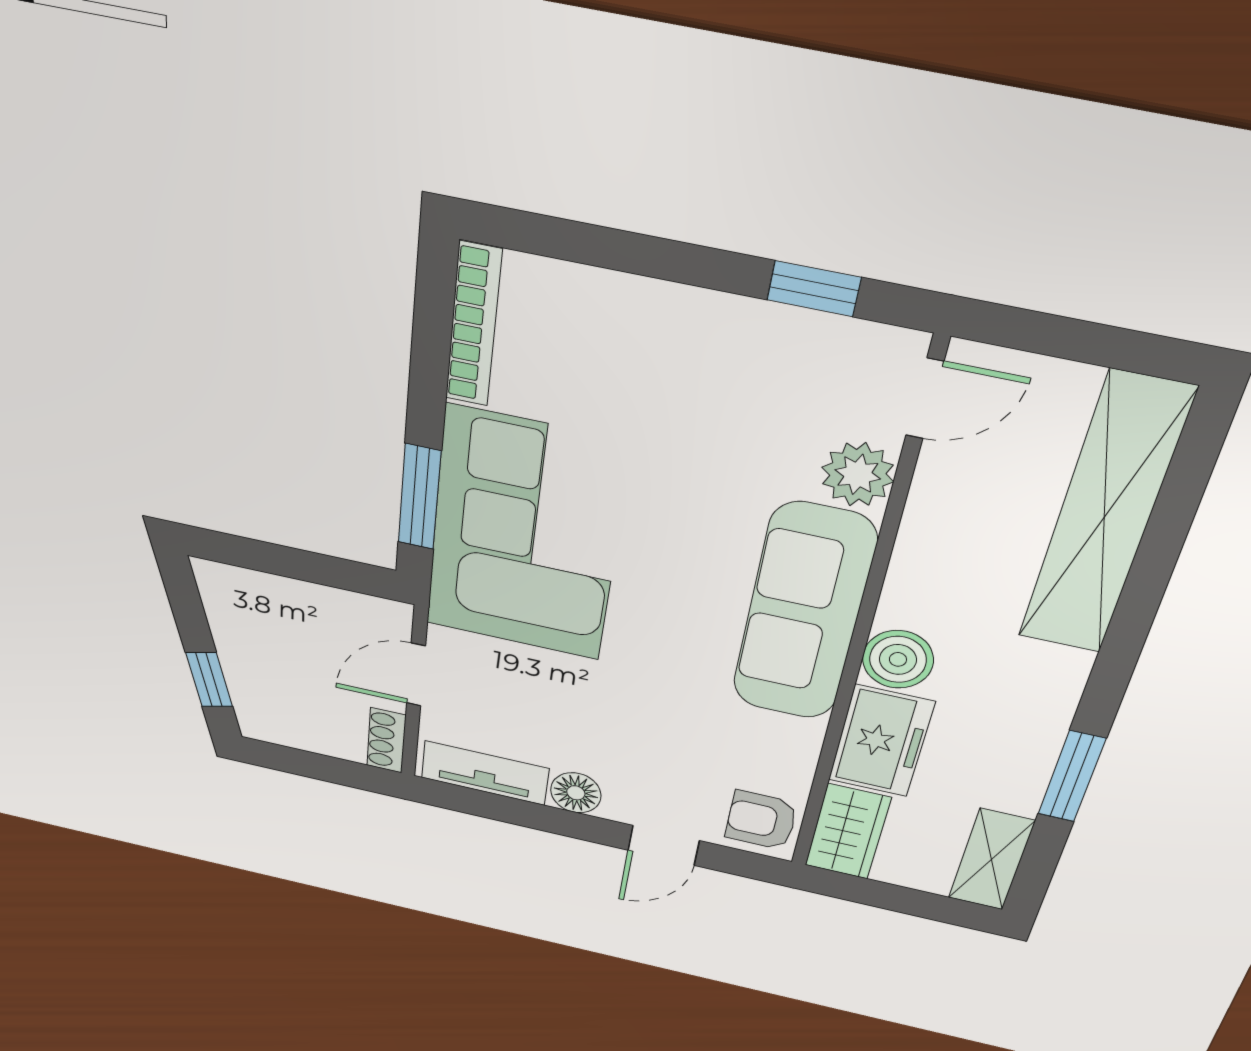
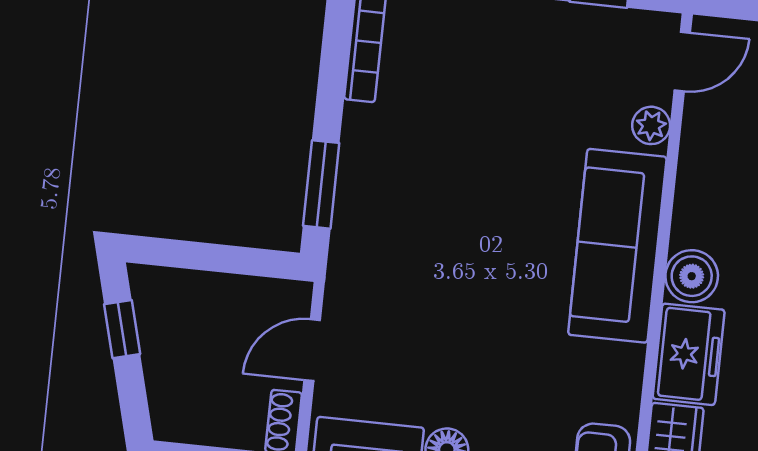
plant: (858, 474) -> (651, 125), width x0.73, depth x0.73
corner sofa: (525, 536) -> (403, 207), removed
window: (209, 680) -> (122, 329), moved

